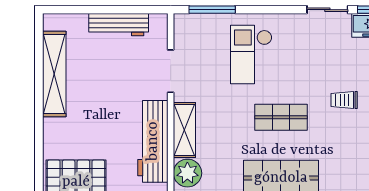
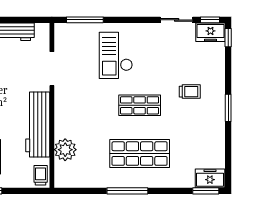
trolley: (344, 100) -> (190, 92), turned 180
shelving: (184, 130) -> (63, 115), removed

